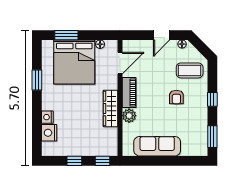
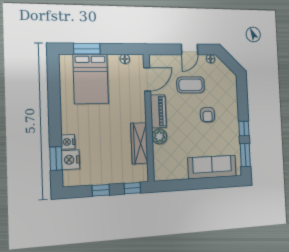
bed: (74, 62) -> (91, 79), width x0.73
coffee table: (190, 70) -> (191, 85), moved
window: (37, 80) -> (56, 158), moved
window: (212, 99) -> (244, 128), moved
wardrobe: (110, 109) -> (139, 143), moved
sofa: (157, 146) -> (212, 167), moved

